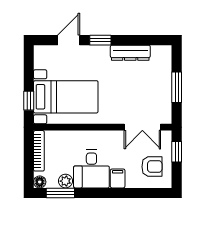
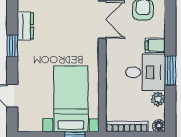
window: (100, 40) -> (12, 46), moved
dresser: (130, 53) -> (25, 26), width x0.70
window: (60, 193) -> (170, 70), moved

